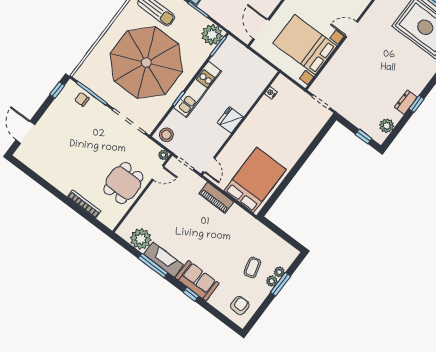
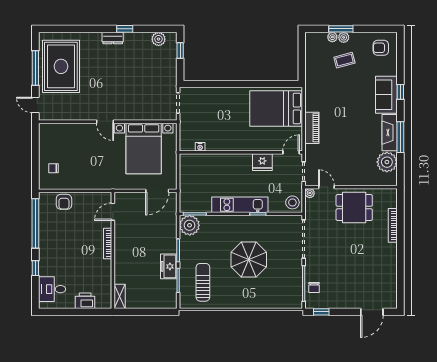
parasol: (146, 62) -> (249, 260), width x0.54, depth x0.54
dresser: (406, 102) -> (113, 38), moved
fridge: (230, 120) -> (262, 162), moved

